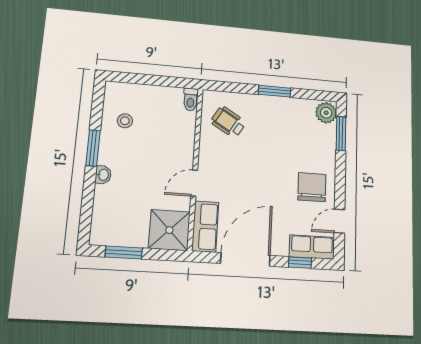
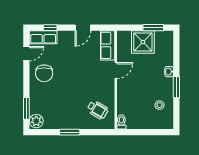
shower: (169, 230) -> (143, 42), moved
door: (245, 259) -> (83, 28), width x0.53

